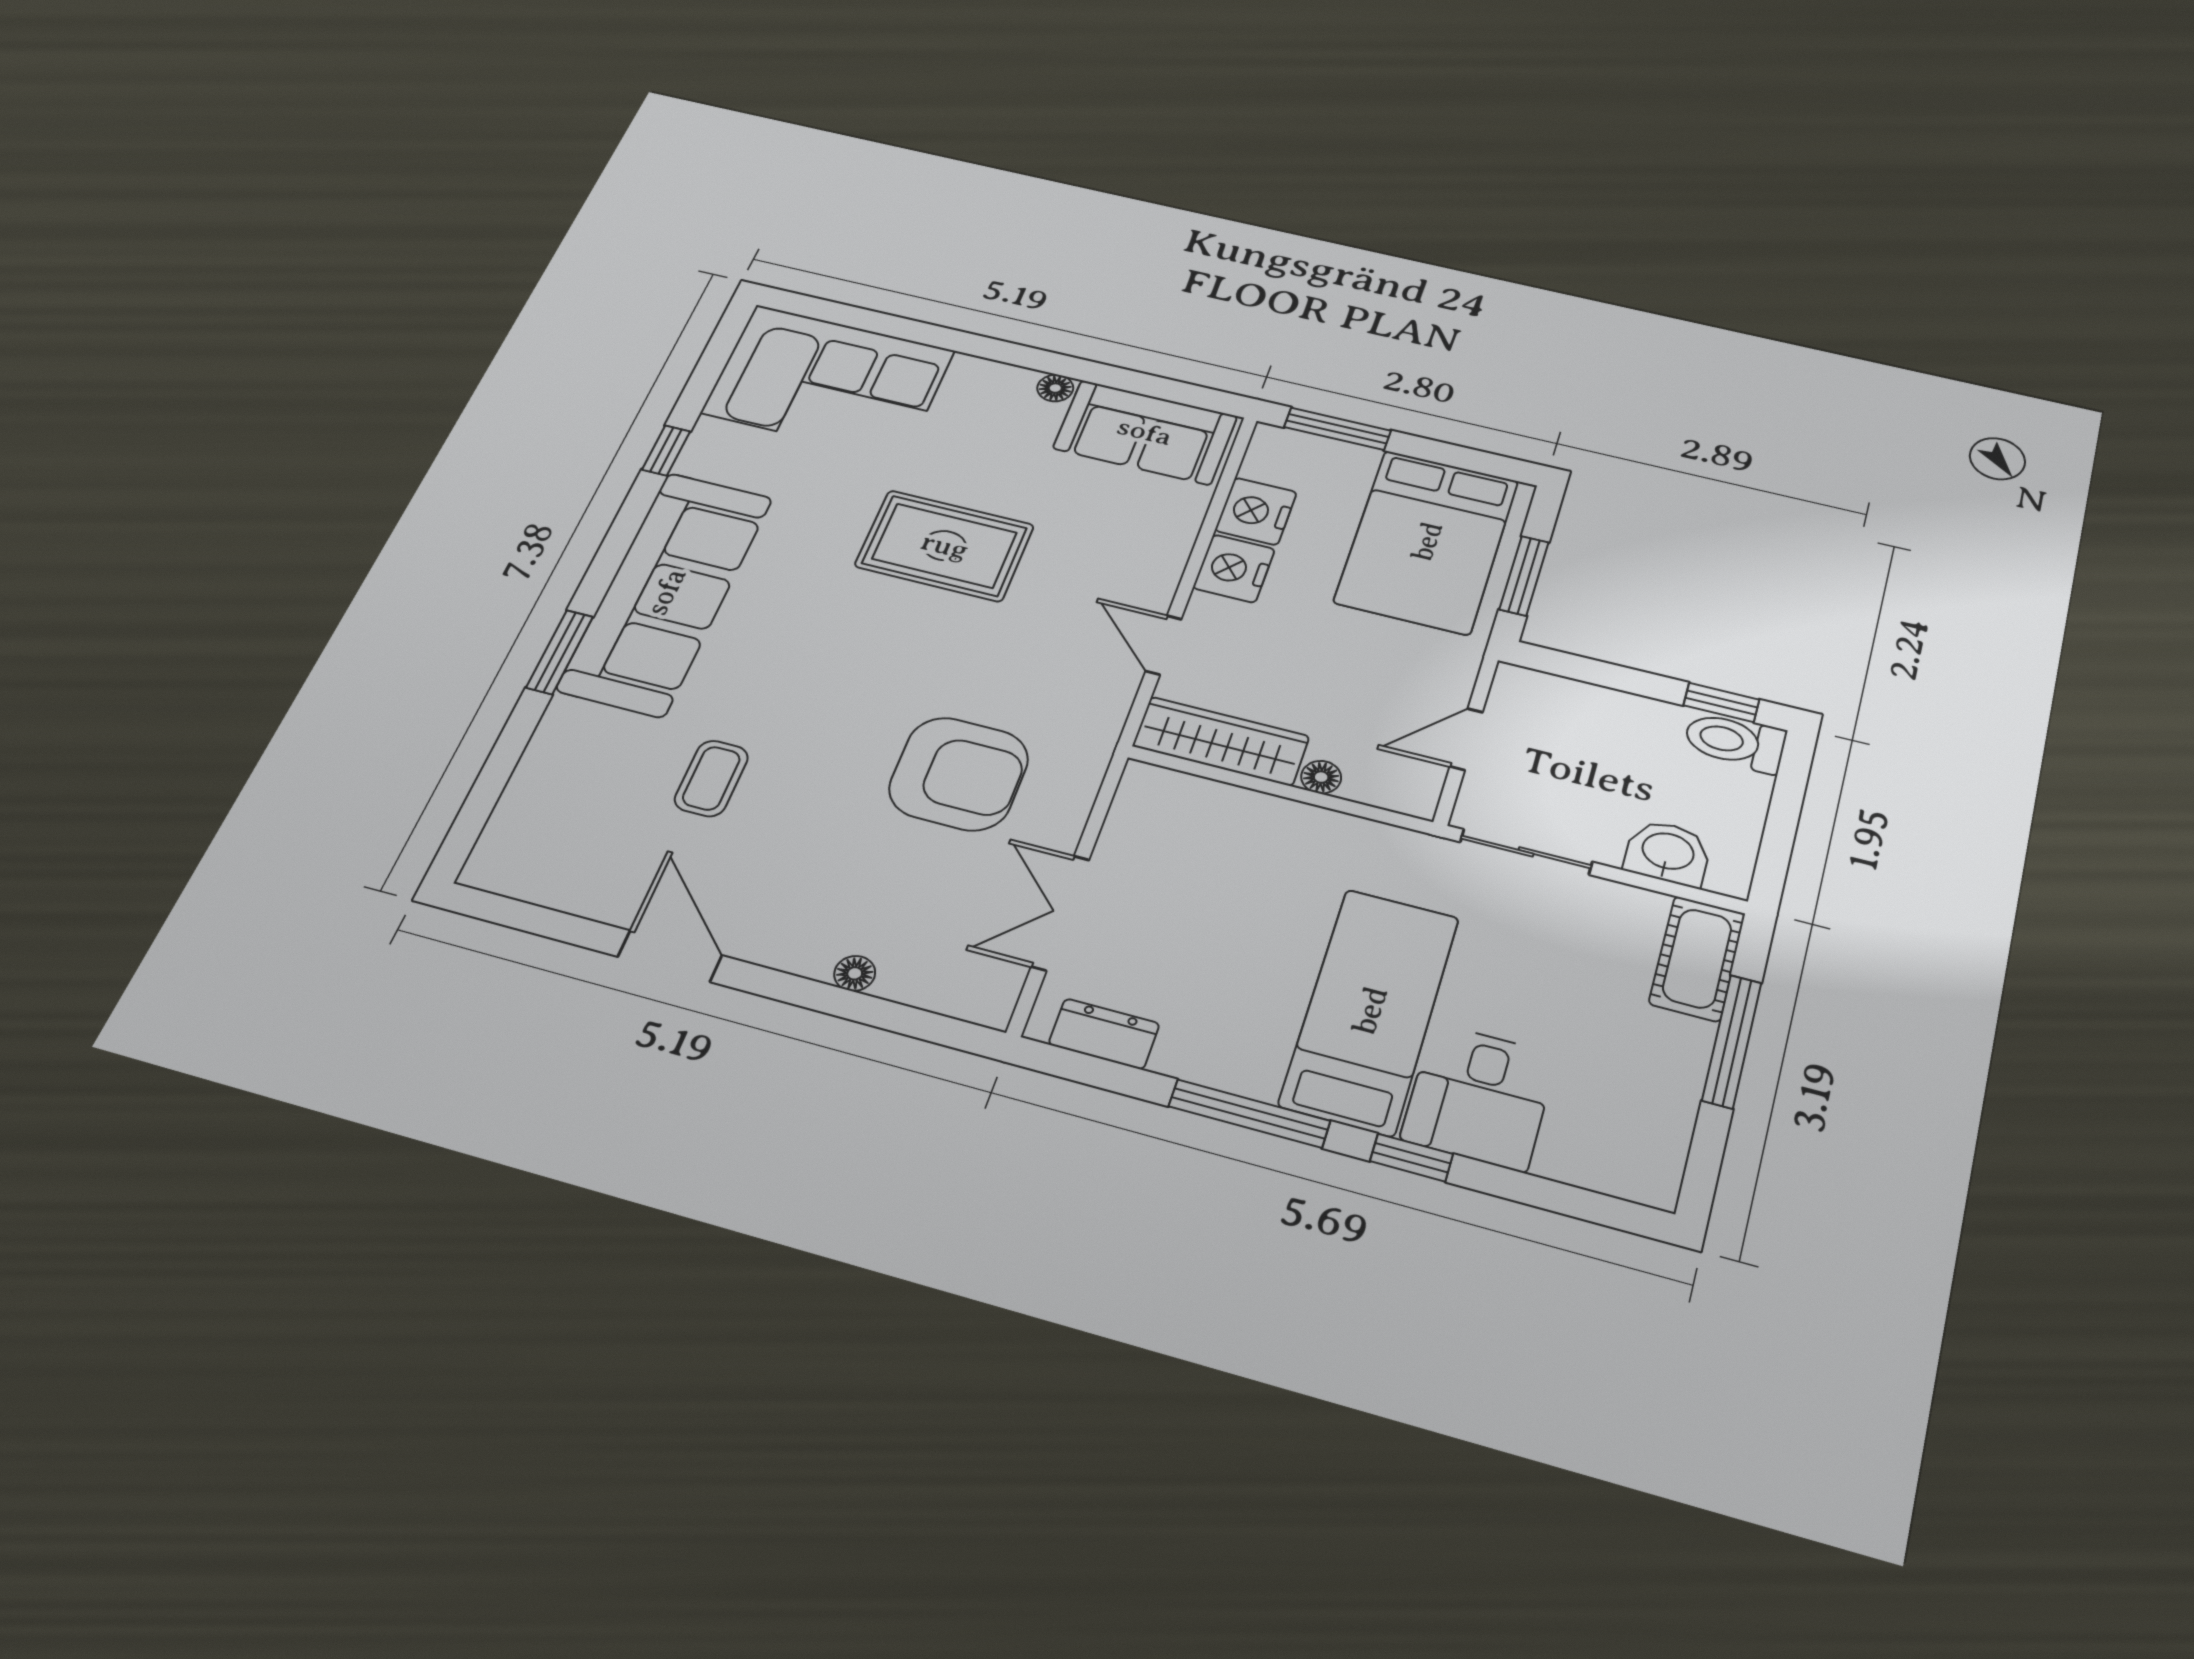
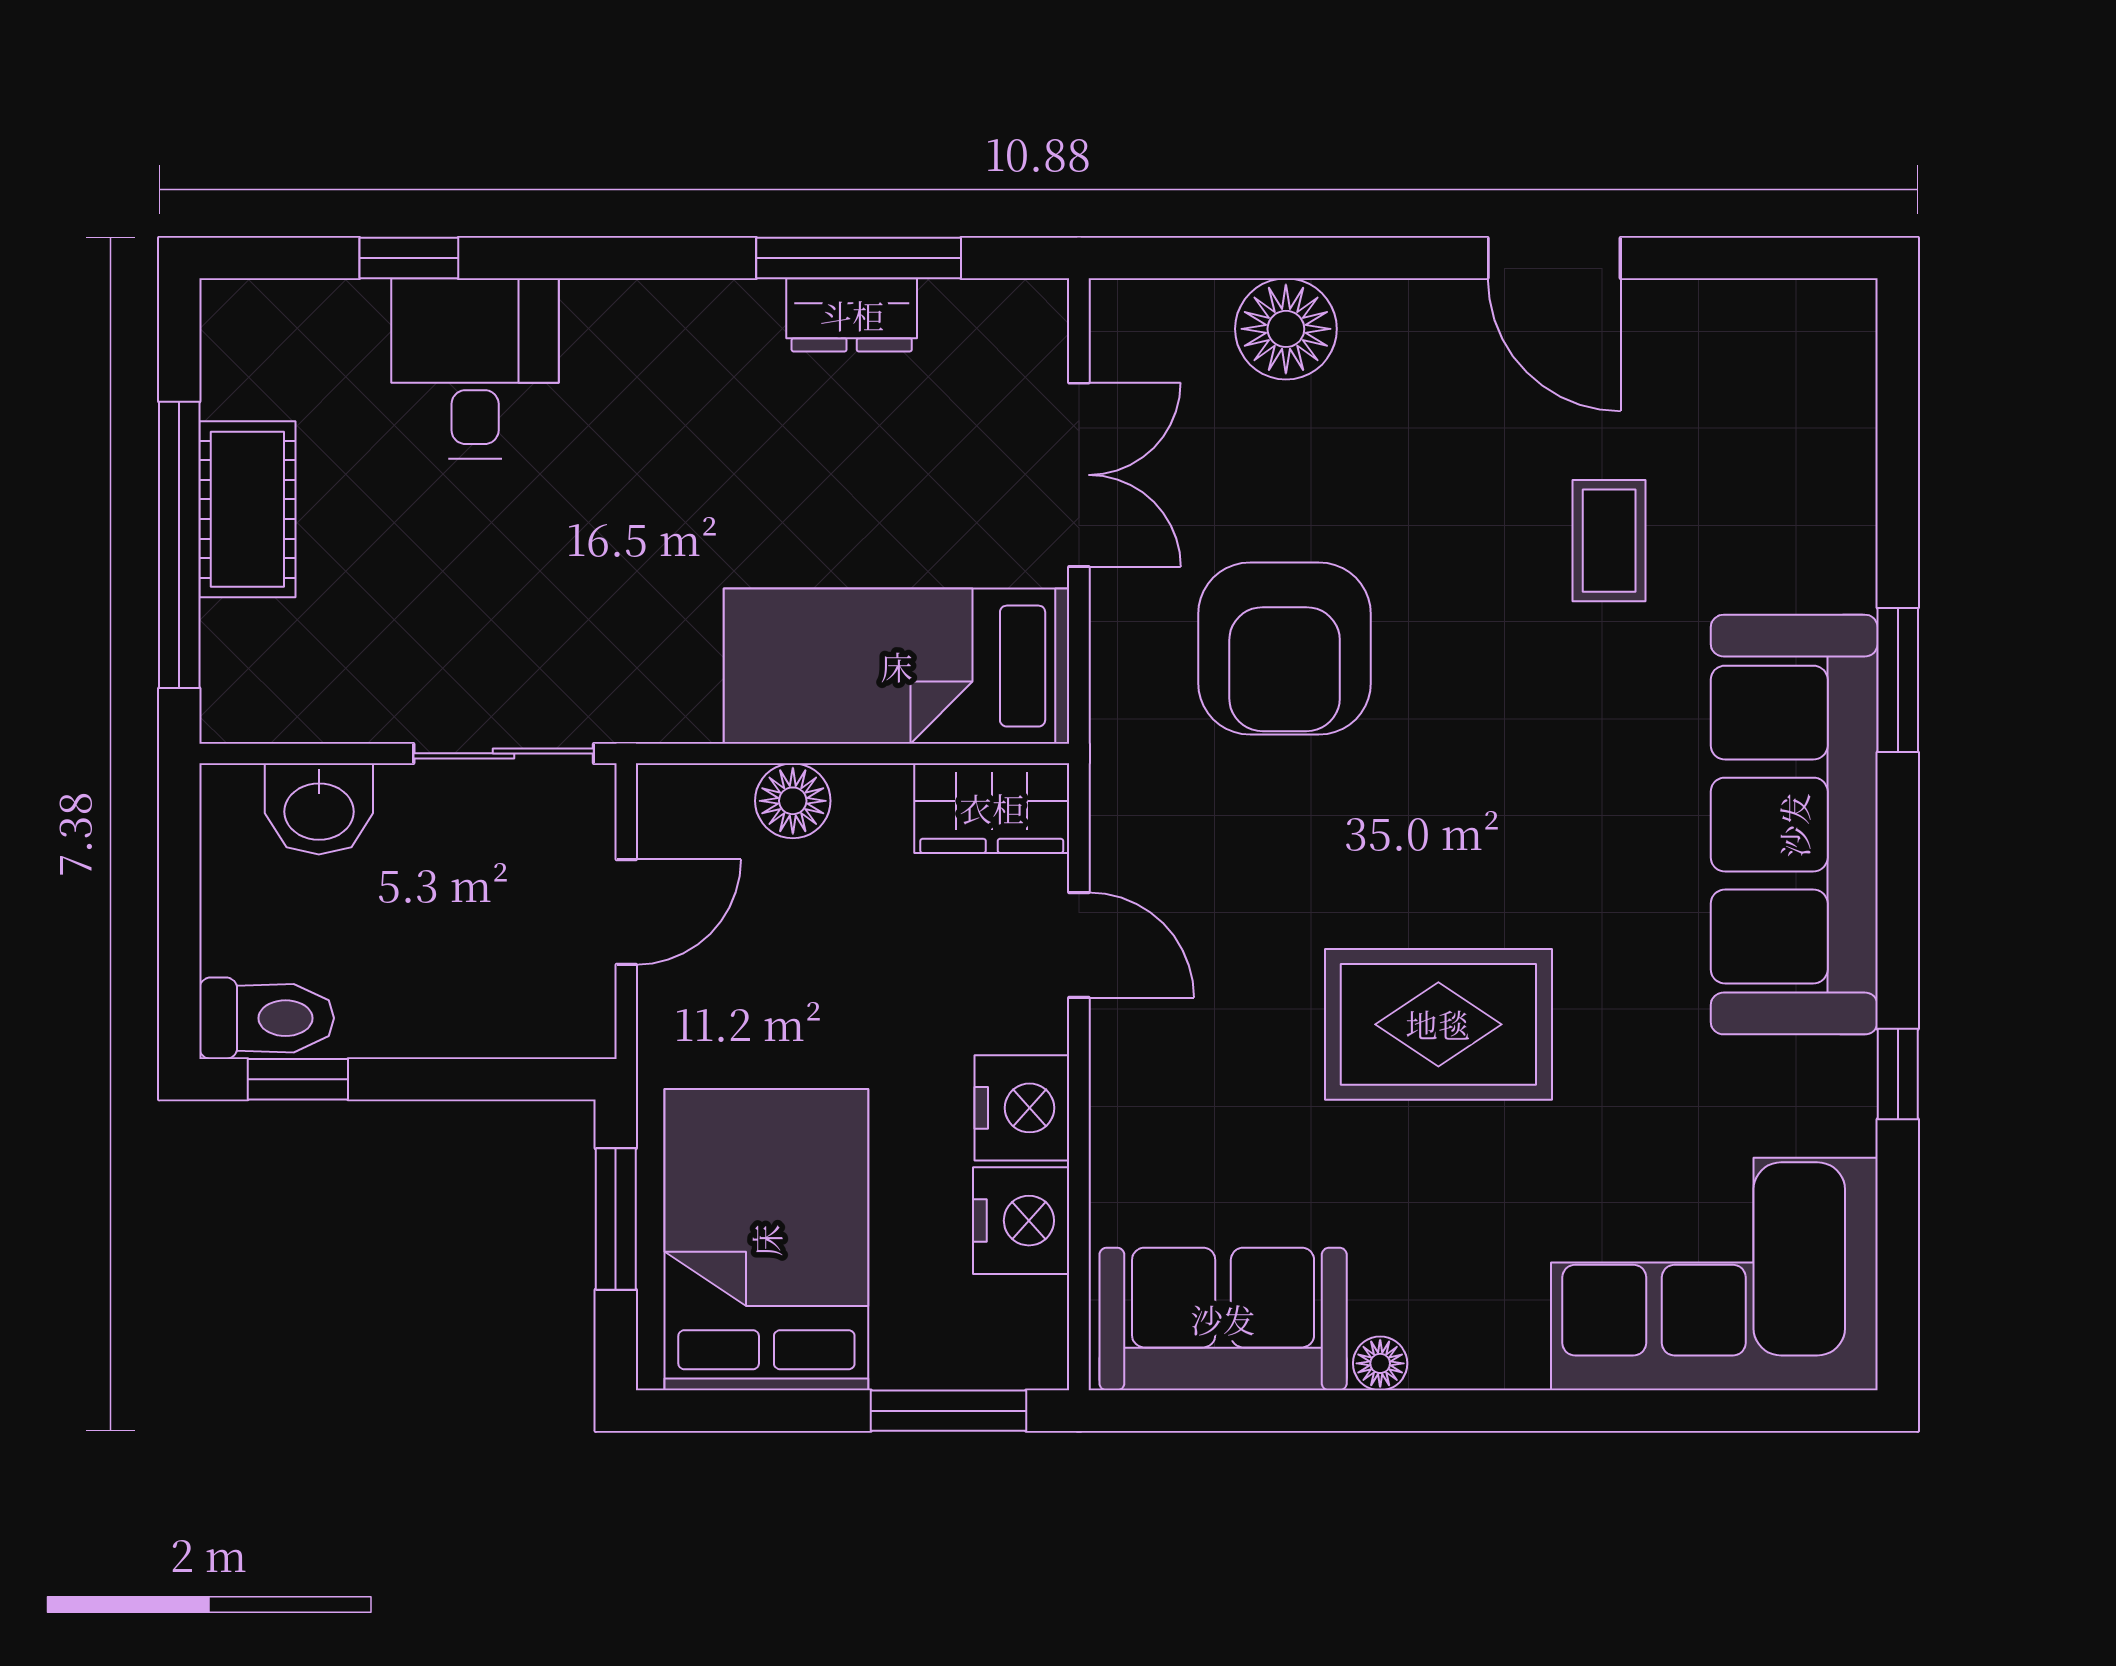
wardrobe: (1221, 741) -> (992, 808), width x0.67
armchair: (959, 774) -> (1285, 648), turned -90
floor lamp: (1321, 777) -> (793, 801), width x1.37, depth x1.37
cot: (1697, 958) -> (247, 509), moved
floor lamp: (855, 973) -> (1286, 329), width x1.89, depth x1.89
bed: (1370, 1010) -> (897, 666), moved, turned 90
dresser: (1104, 1034) -> (852, 315), moved
window: (1732, 1041) -> (179, 545), width x1.46
window: (1249, 1114) -> (859, 258), moved
window: (1412, 1158) -> (409, 258), moved

